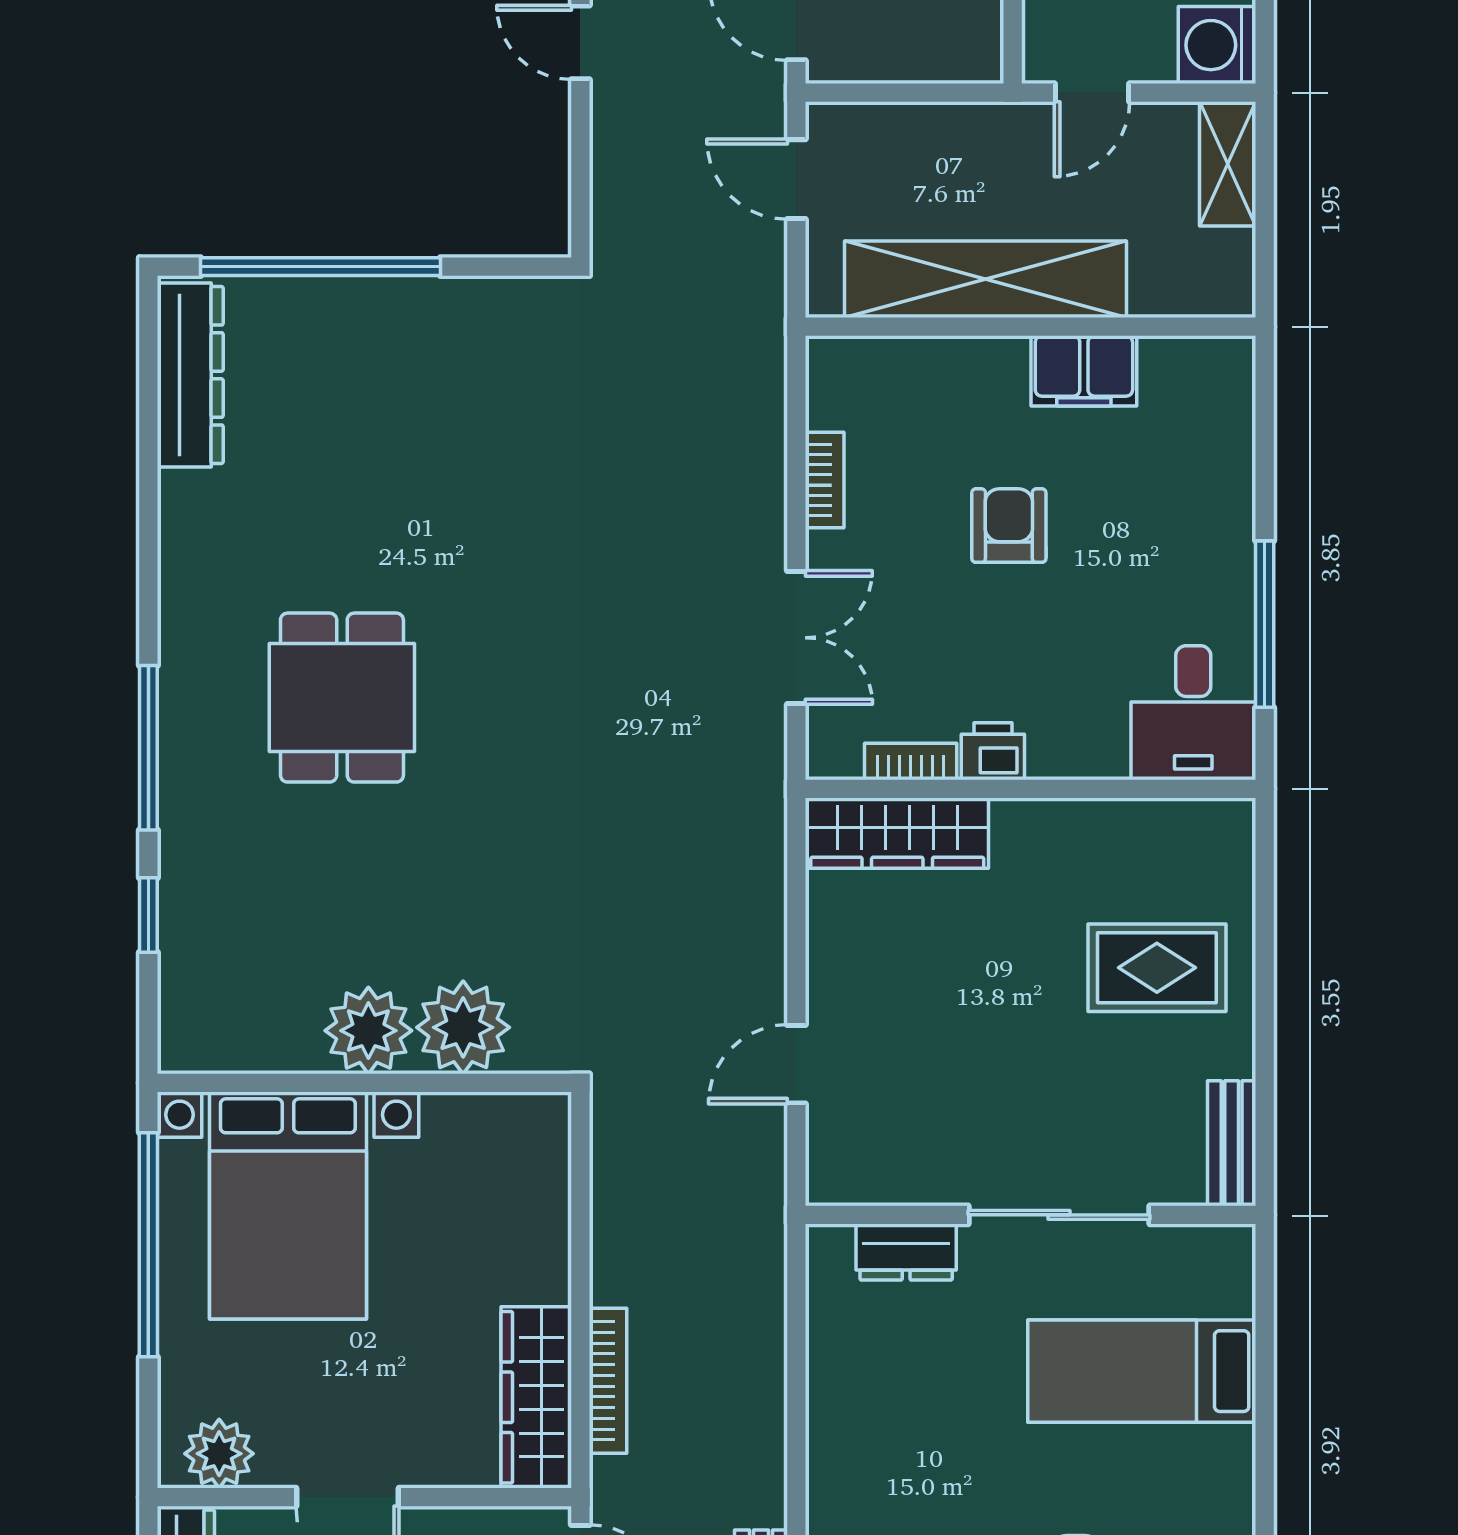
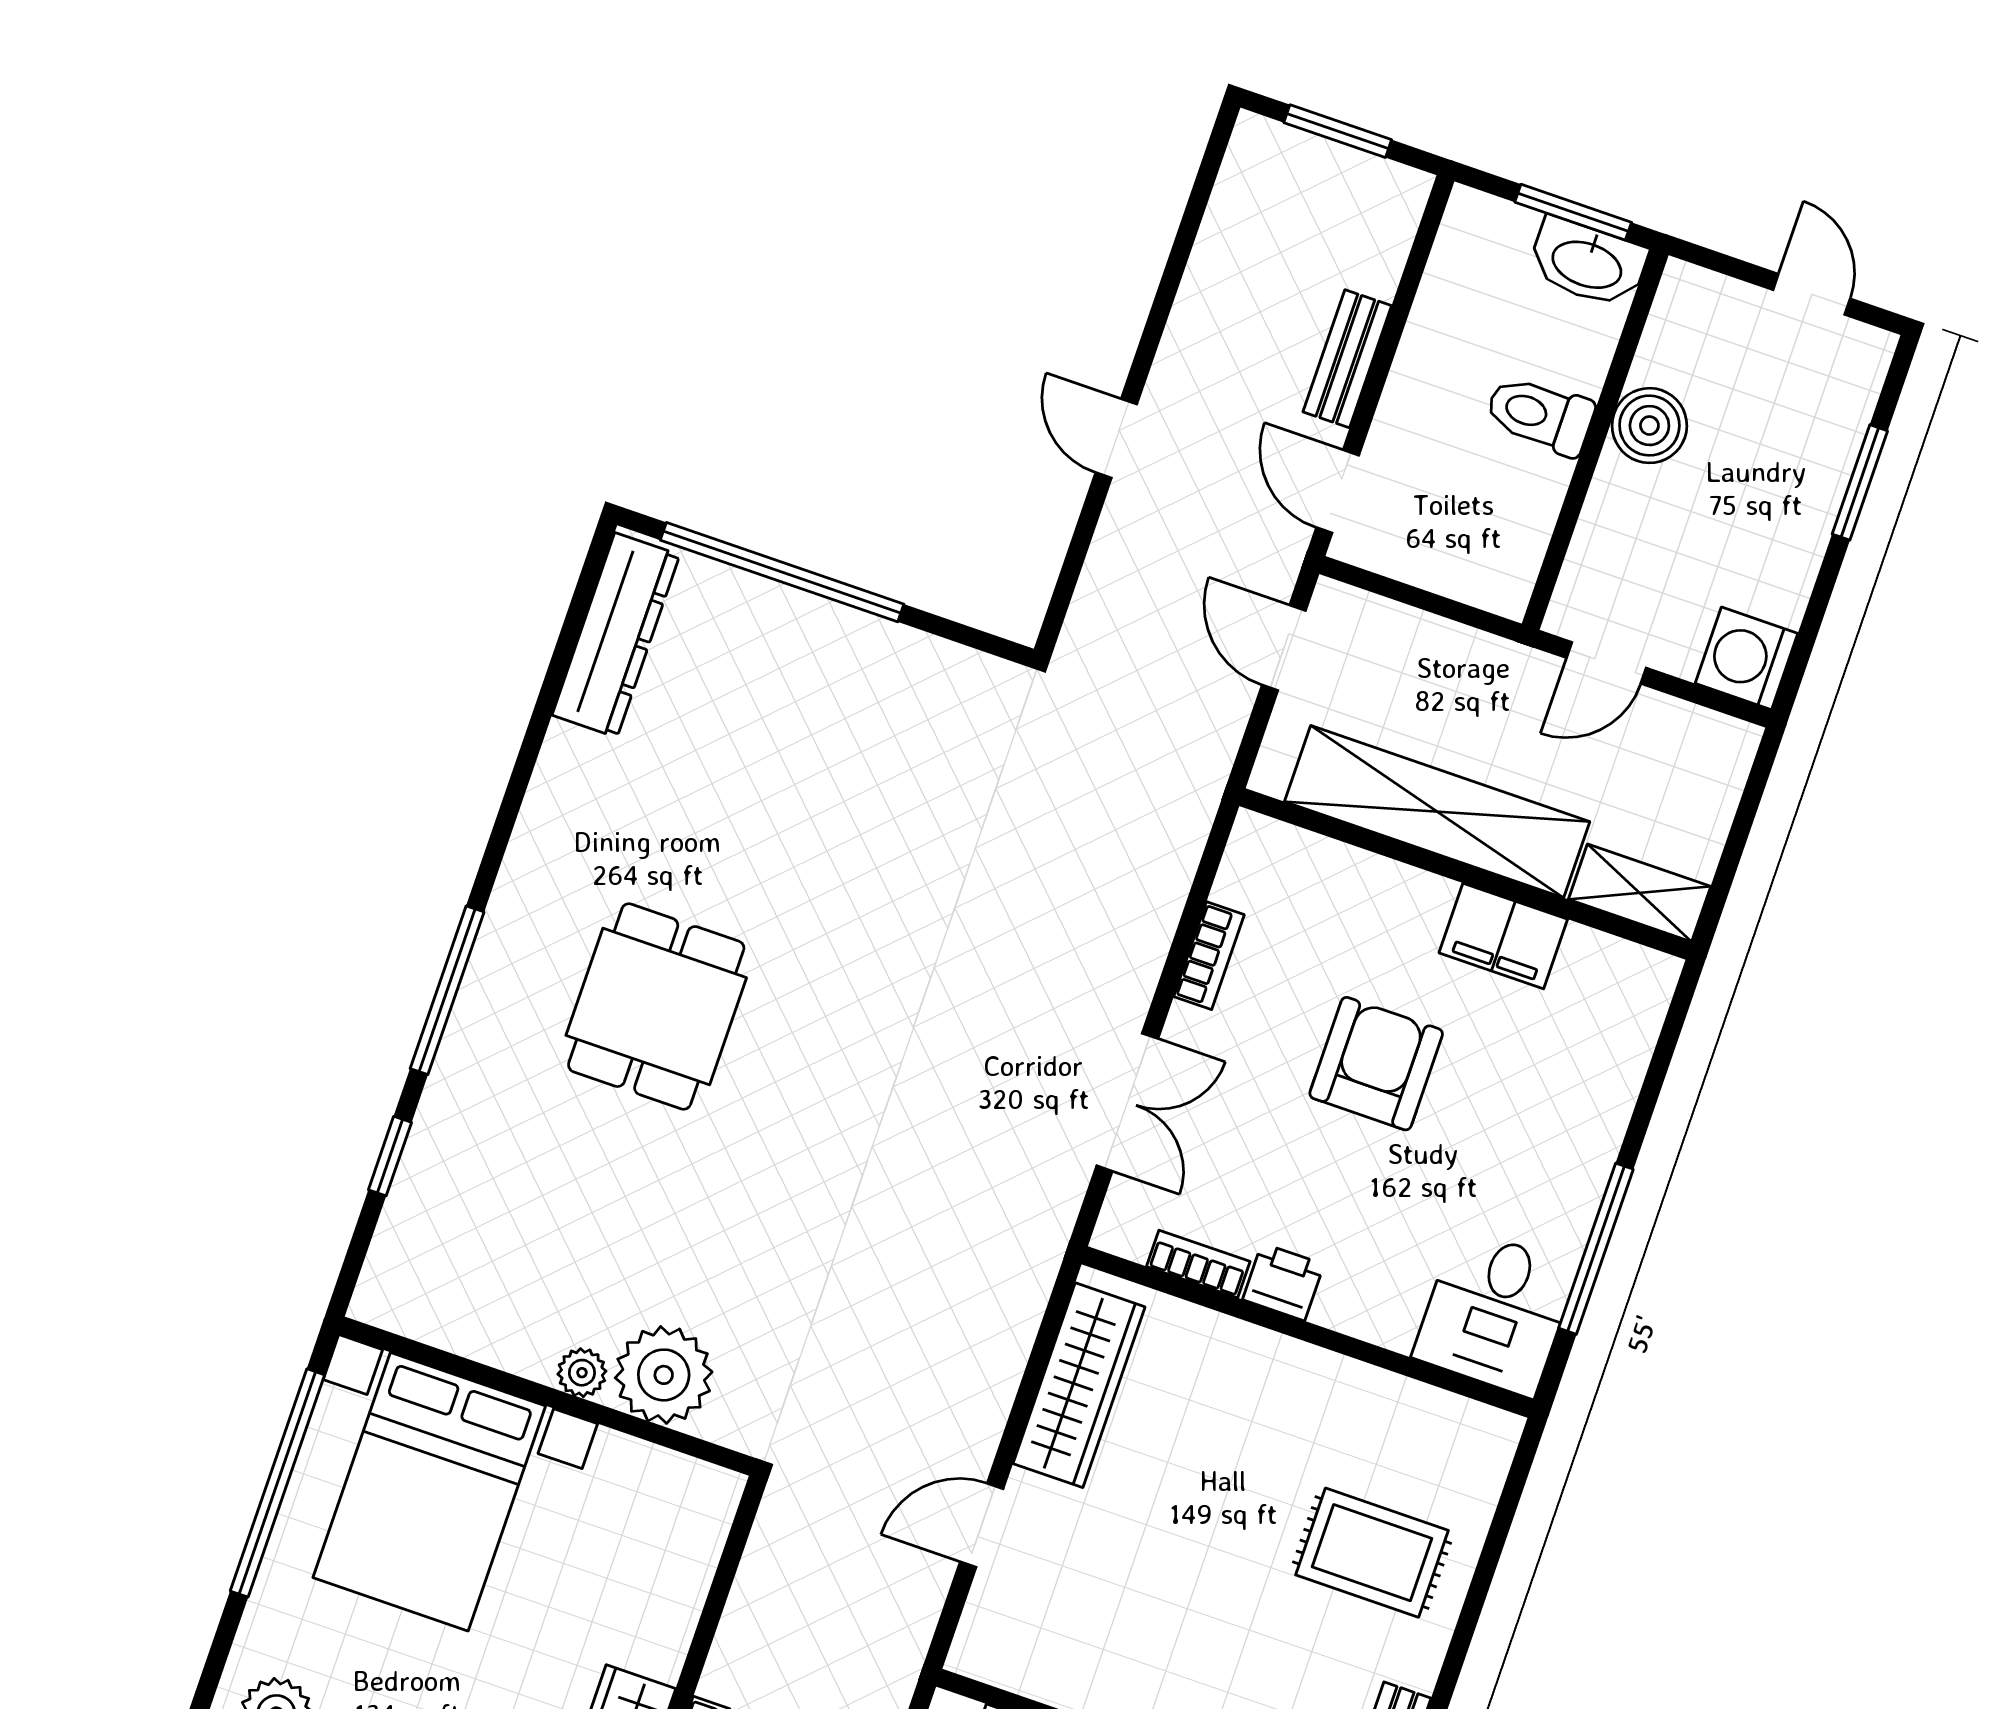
shelving: (1228, 164) -> (1640, 893), moved, turned 90
armchair: (1009, 526) -> (1376, 1064), width x1.38, depth x1.38
wardrobe: (897, 833) -> (1079, 1385), moved, turned -90
plant: (368, 1031) -> (582, 1373), width x0.53, depth x0.53

